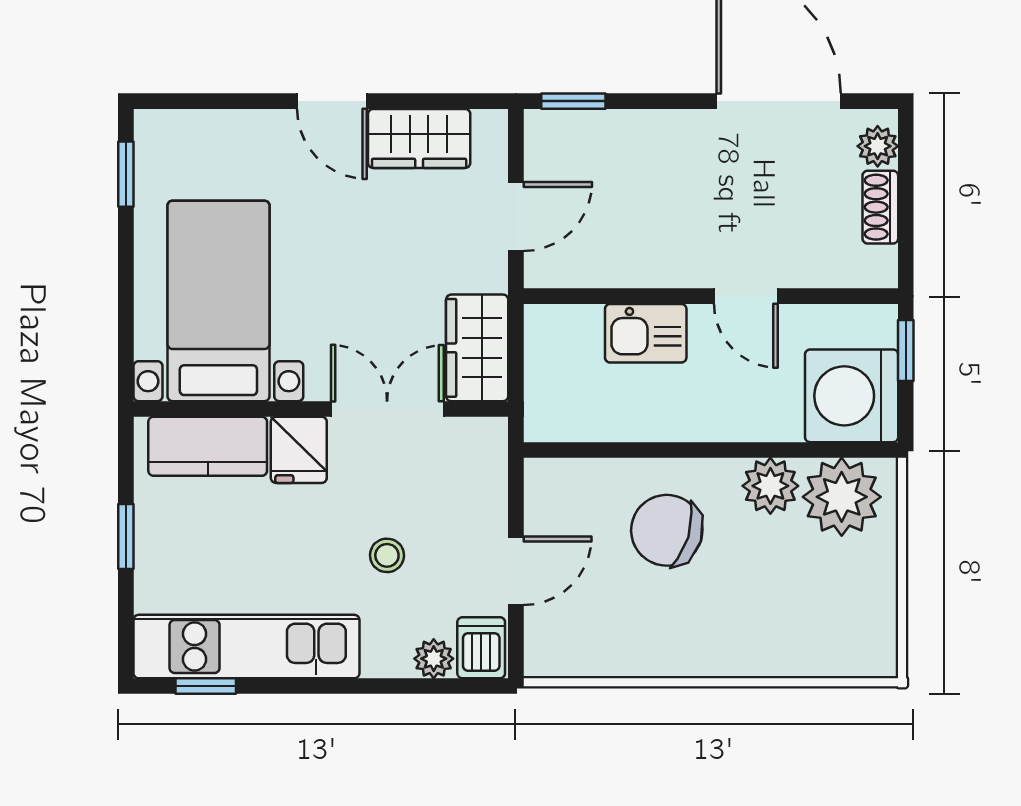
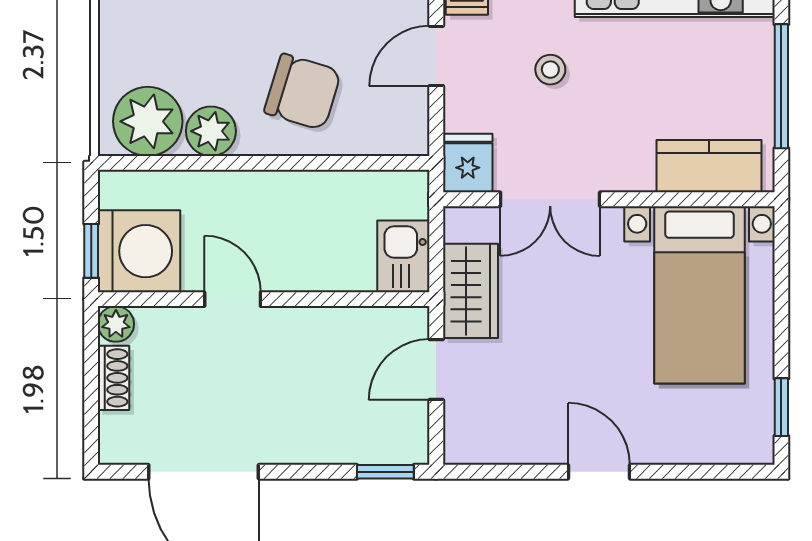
wardrobe: (419, 138) -> (522, 439), removed
plant: (878, 146) -> (116, 324), moved
kitchen sink: (646, 333) -> (403, 256), moved, turned -90
wardrobe: (477, 348) -> (470, 291), moved
washing machine: (852, 396) -> (139, 251), moved
fridge: (299, 450) -> (468, 163), moved
window: (126, 537) -> (781, 86), width x2.17

